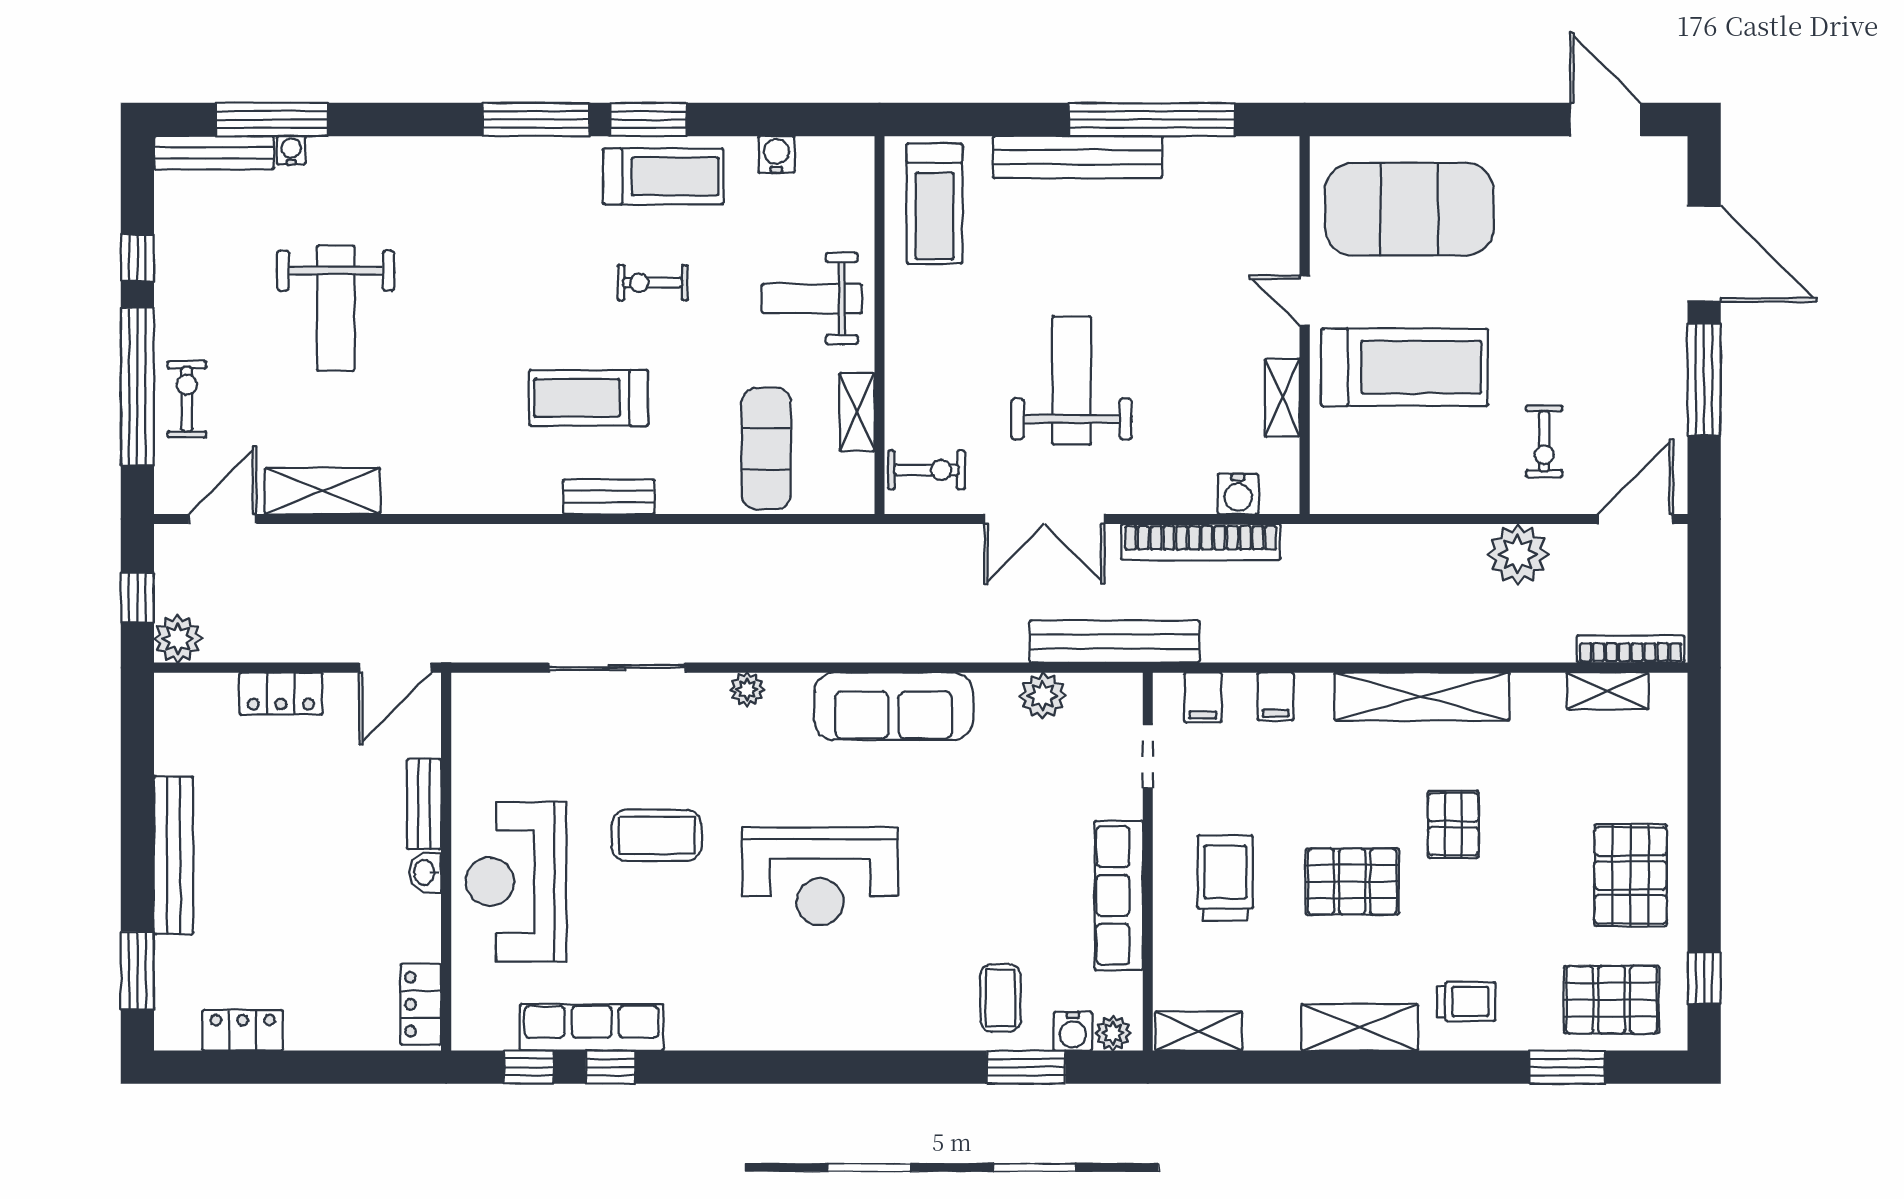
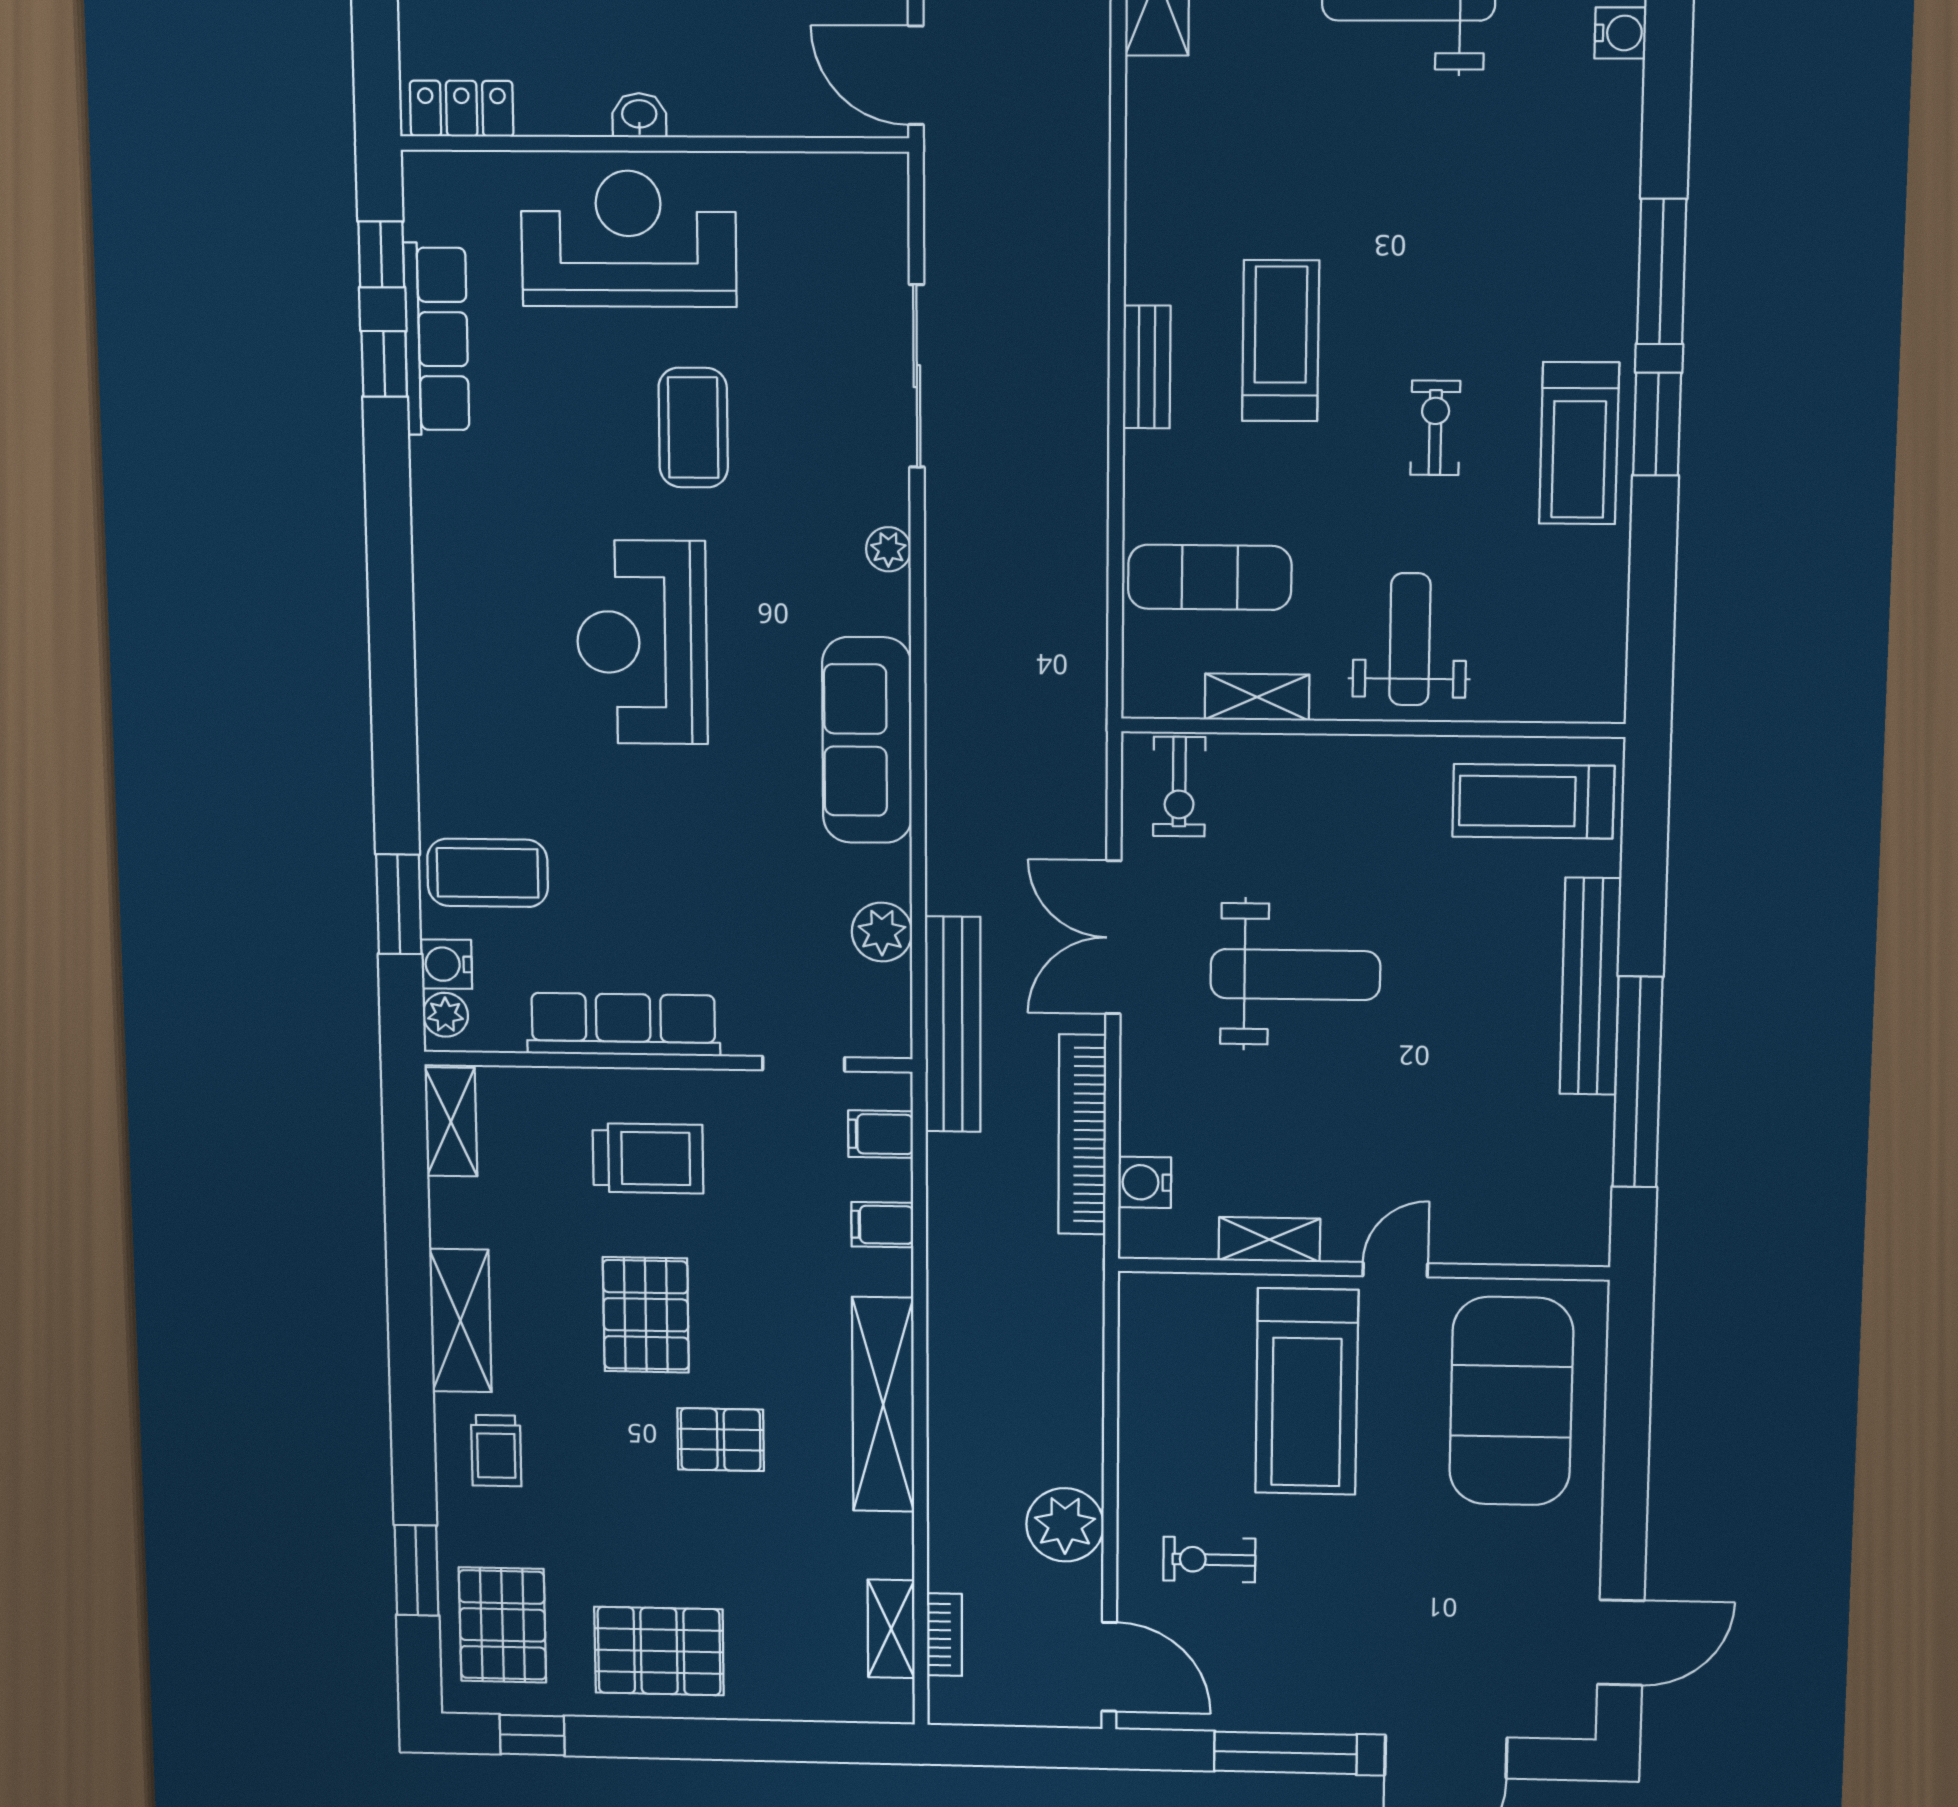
water cooler: (776, 154) -> (1620, 33), moved
bookcase: (1631, 649) -> (944, 1635), width x0.64
bench: (424, 804) -> (731, 114), removed
coffee table: (1000, 998) -> (488, 873), width x1.36, depth x1.30

